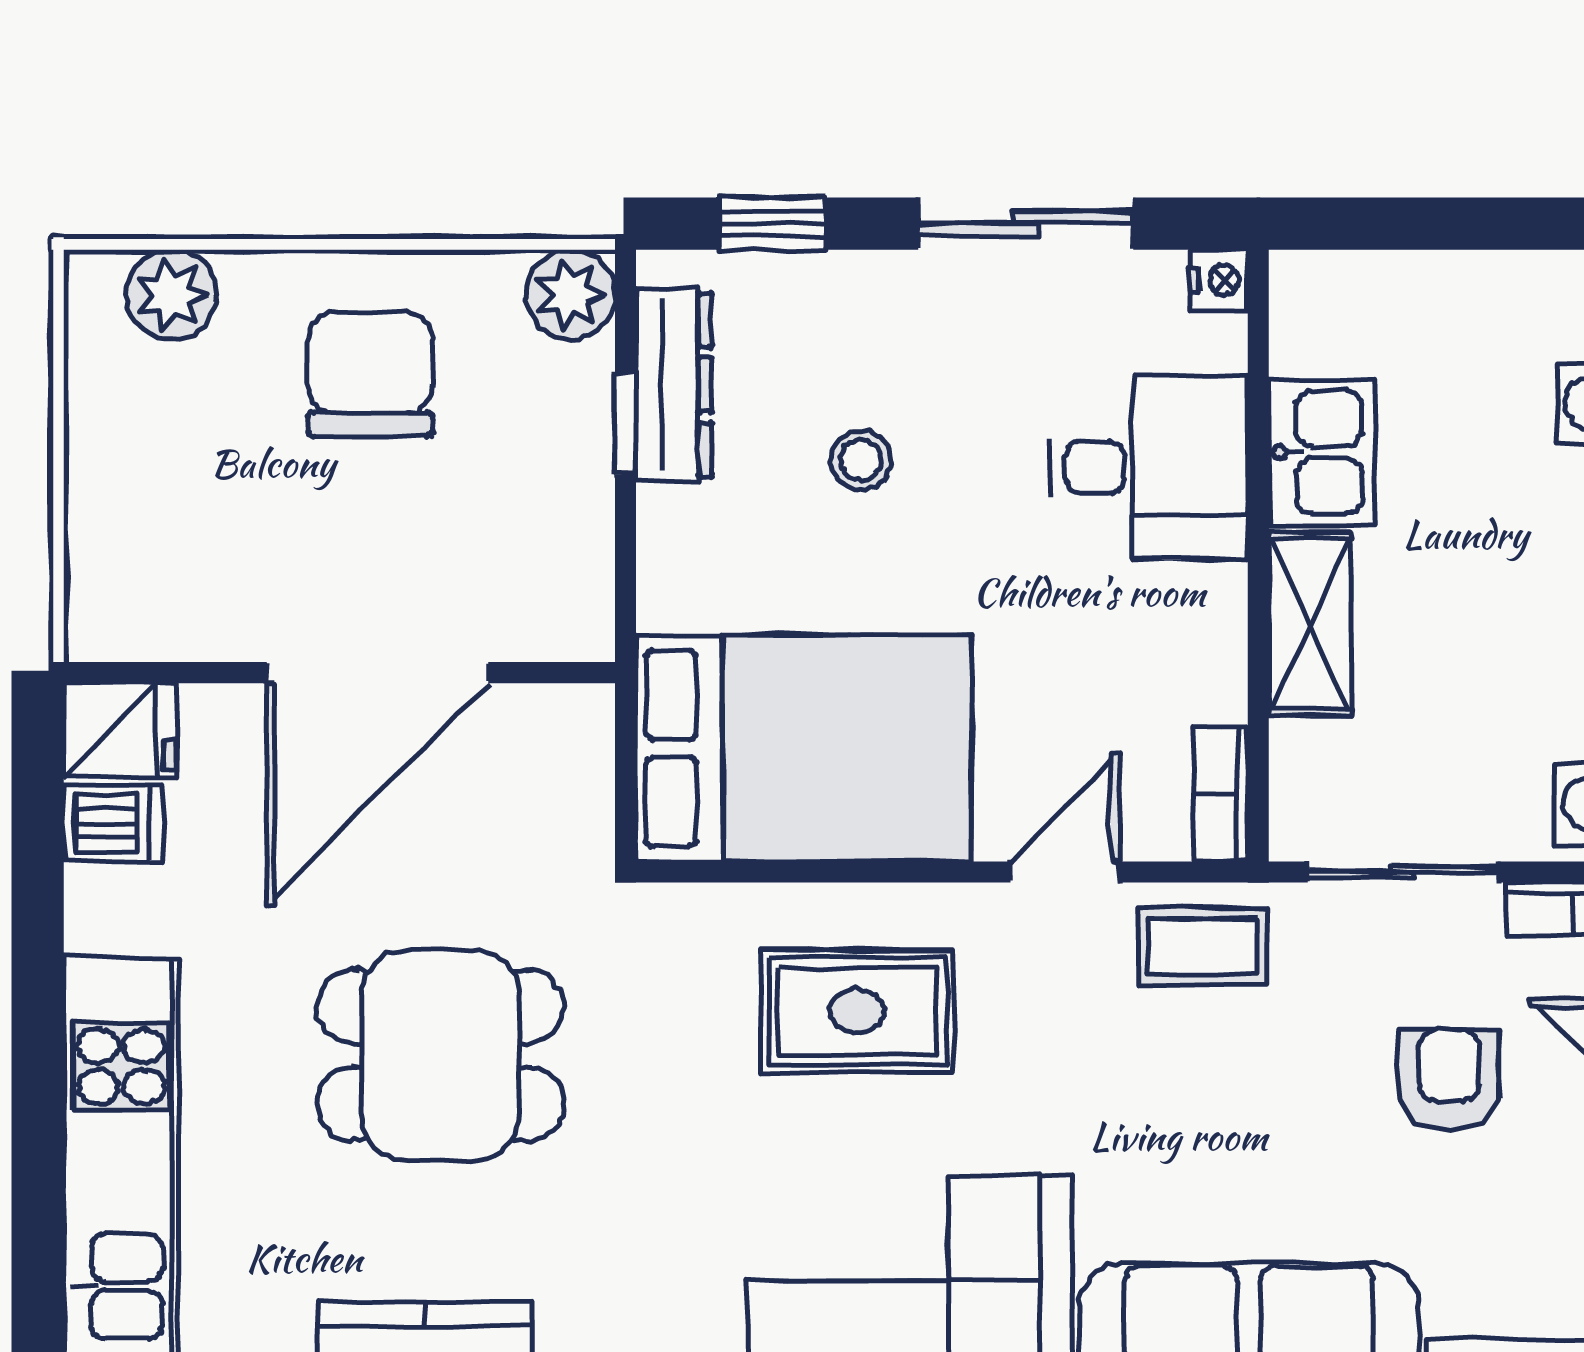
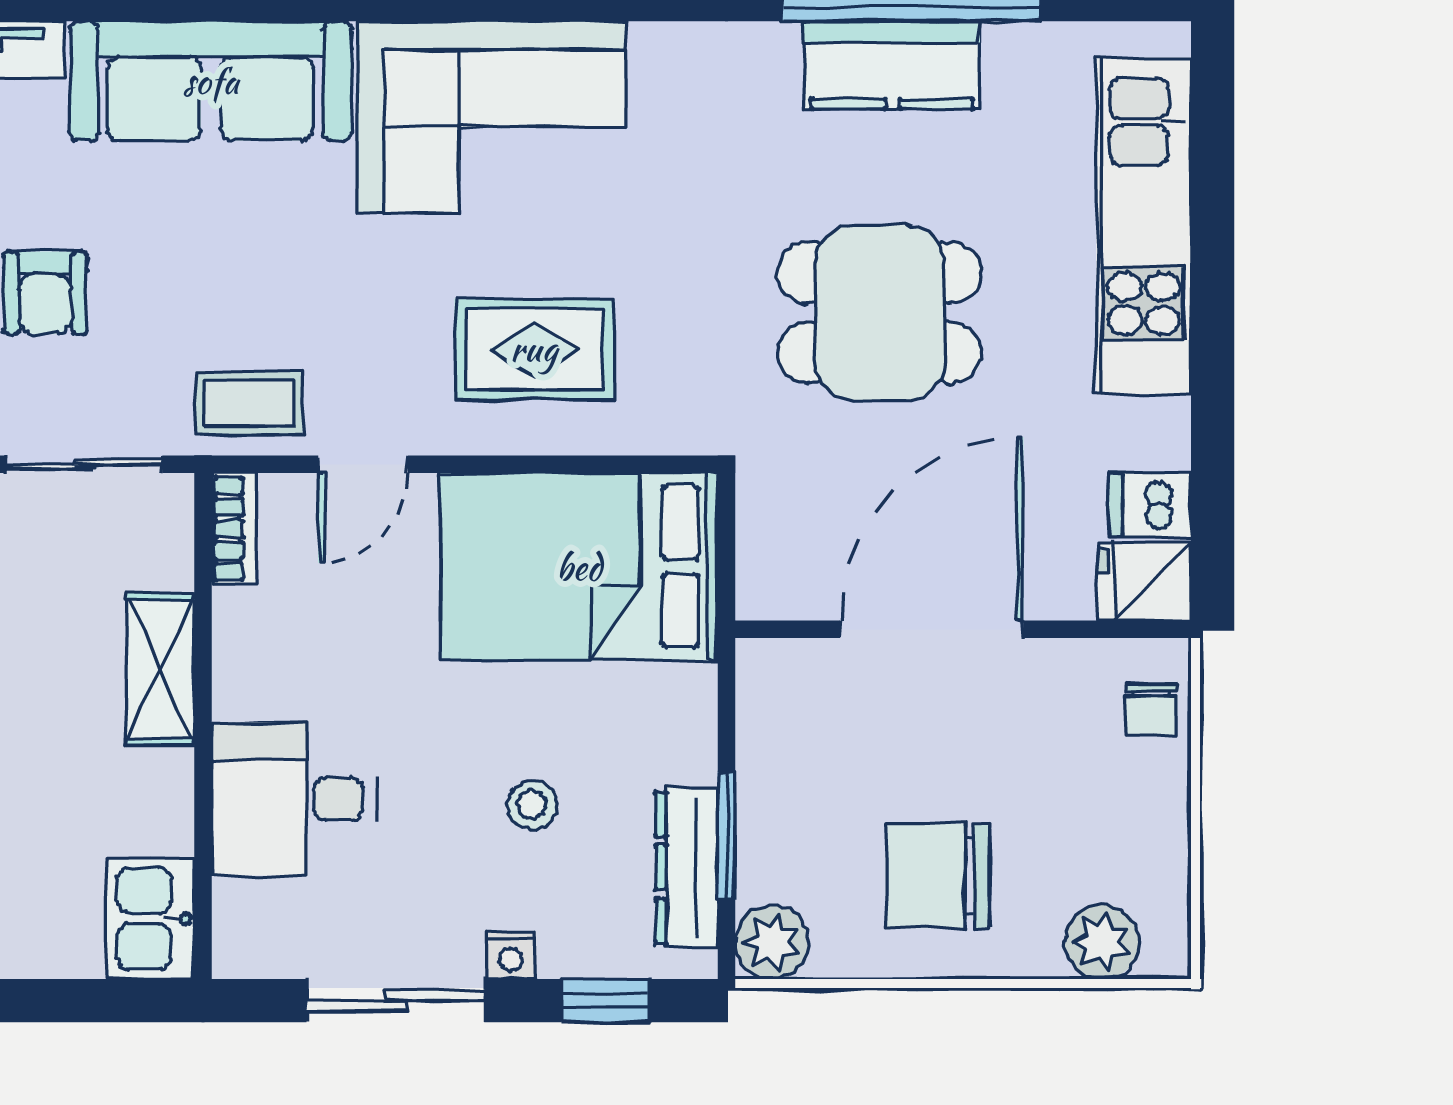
nightstand: (1219, 280) -> (511, 956), moved, turned -90
chair: (370, 374) -> (938, 876), turned 90
window: (625, 423) -> (726, 835), width x1.50
kitchen sink: (1322, 452) -> (150, 919), moved
chair: (112, 576) -> (1152, 709), added

